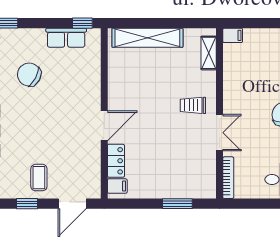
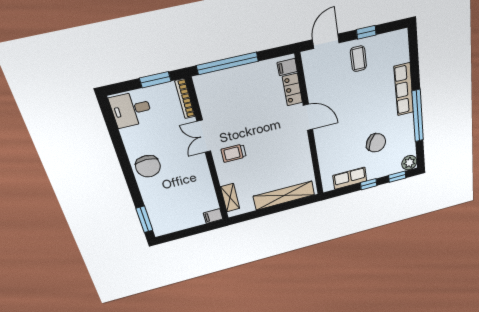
window: (82, 23) -> (369, 184), moved
trolley: (193, 105) -> (234, 153), turned 180
door: (104, 126) -> (308, 117), swing flipped
window: (177, 204) -> (228, 63), width x2.11
window: (252, 204) -> (155, 80), added

